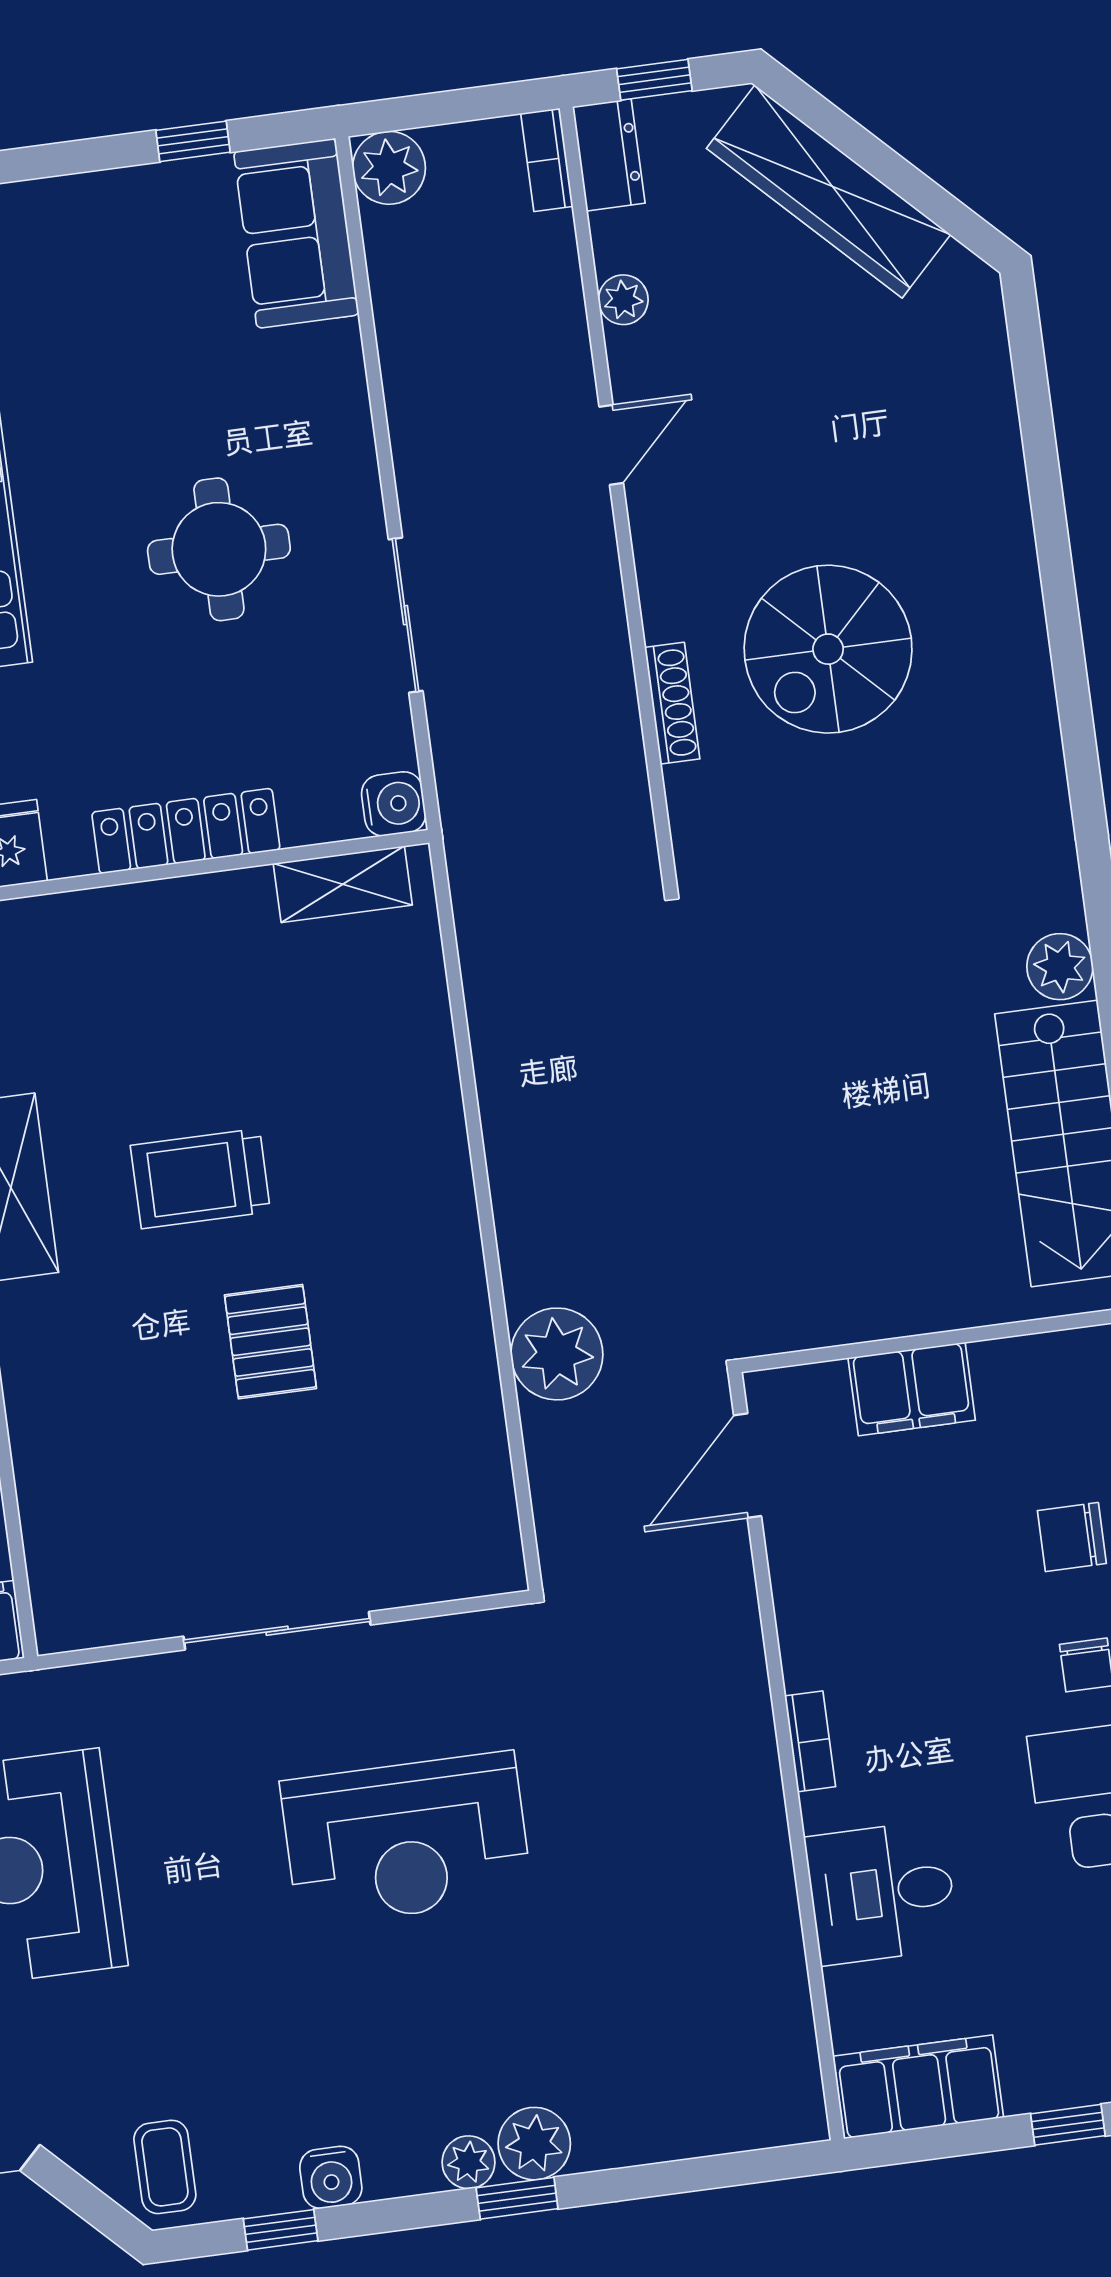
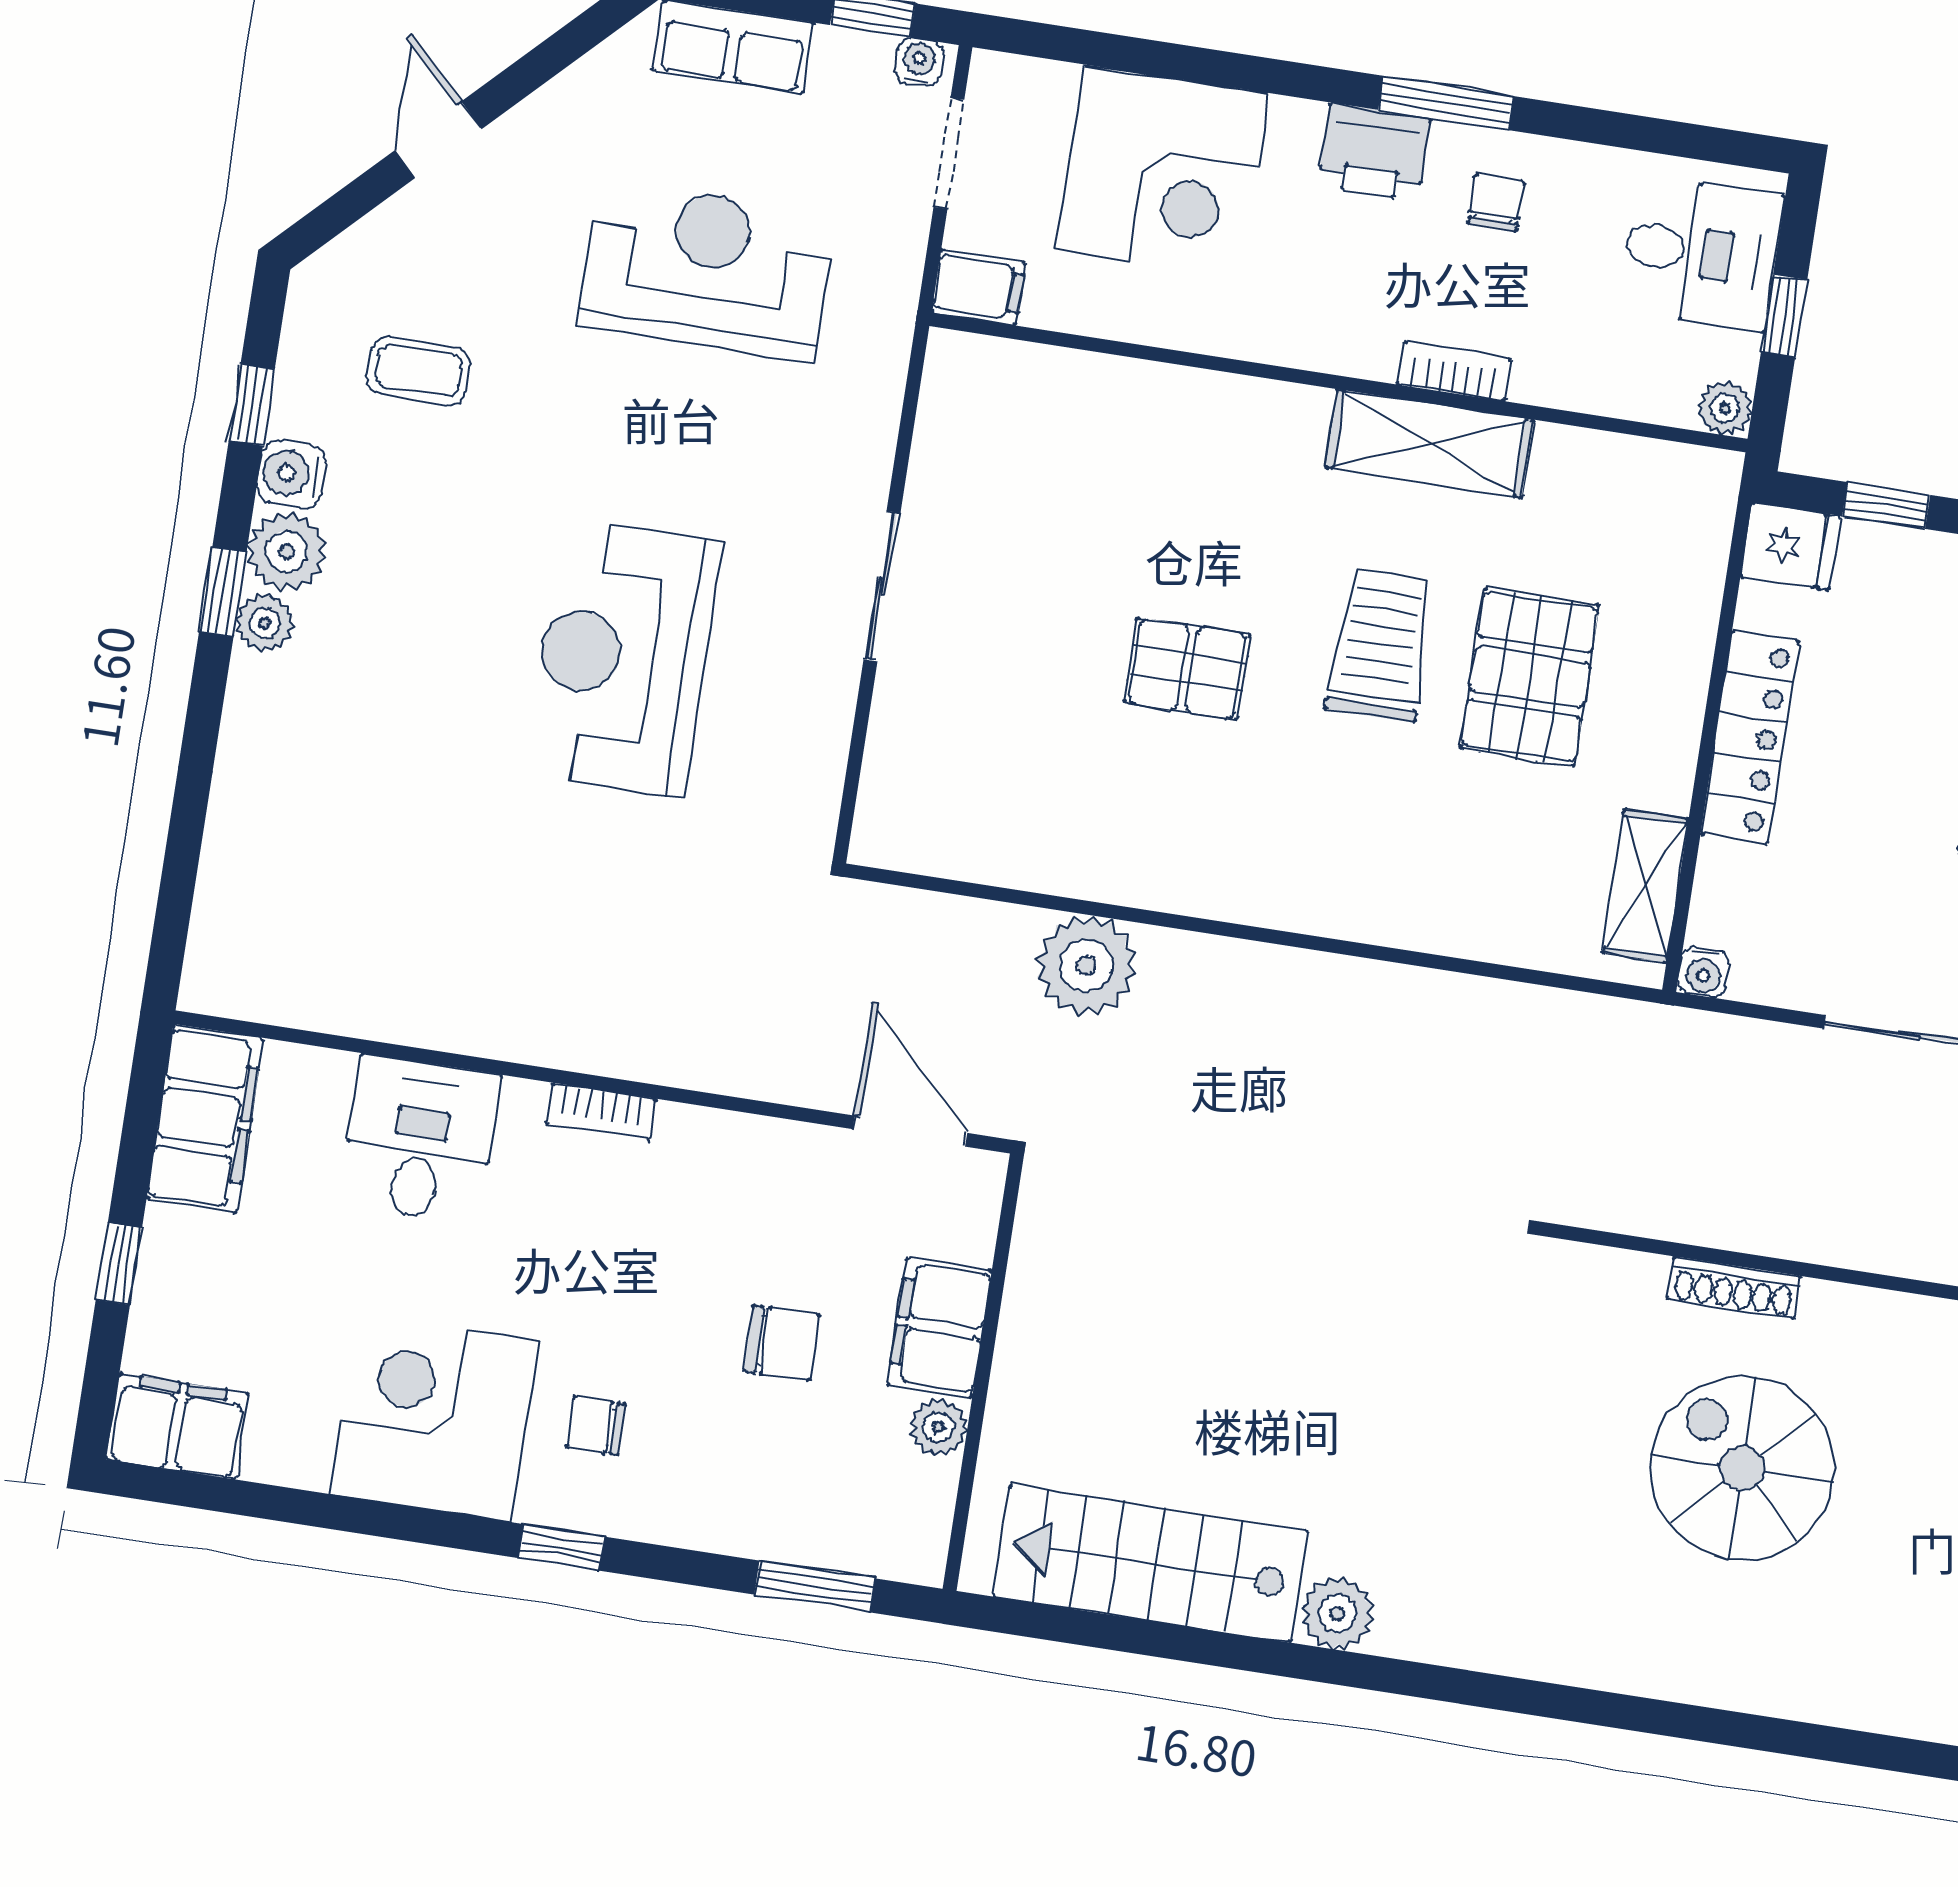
water cooler: (394, 804) -> (1704, 972), width x0.72, depth x0.72
pallet: (189, 1040) -> (1529, 677), added
plant: (1000, 1364) -> (938, 1427), added
chair: (1072, 1537) -> (782, 1343), moved, turned 89
sliding door: (277, 1631) -> (882, 586), width x0.73
plant: (534, 2144) -> (287, 551), moved
coffee table: (165, 2167) -> (418, 371), moved
window: (517, 2198) -> (223, 592), moved

